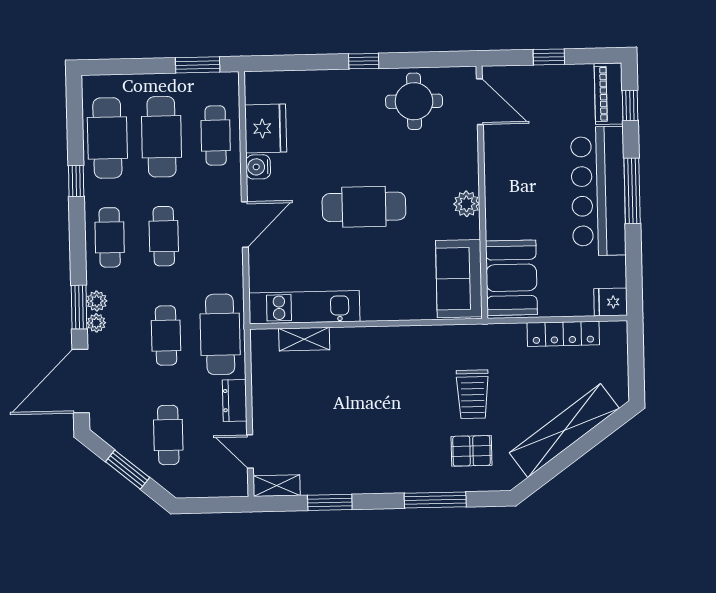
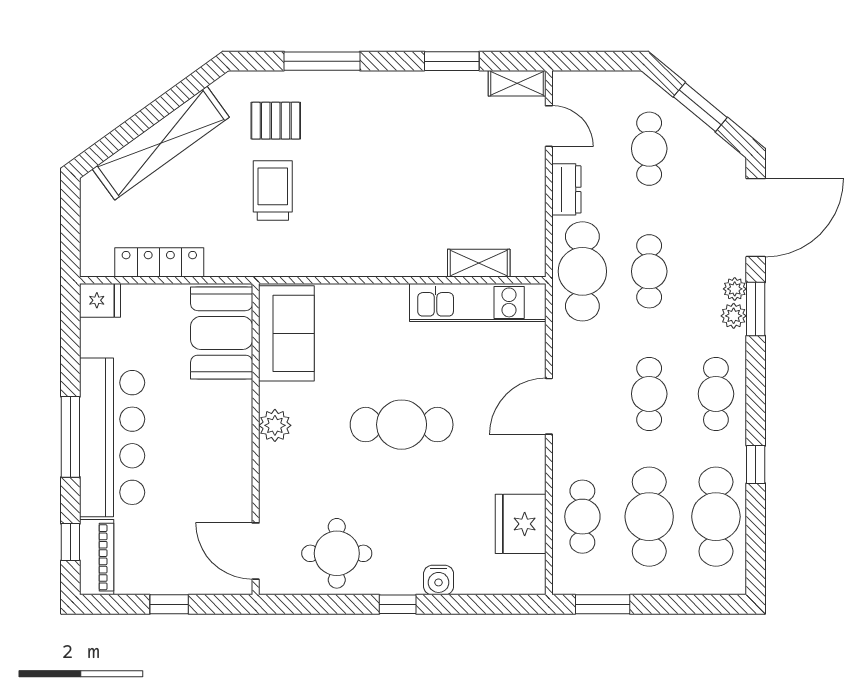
water cooler: (258, 167) -> (439, 580), moved, turned 90

